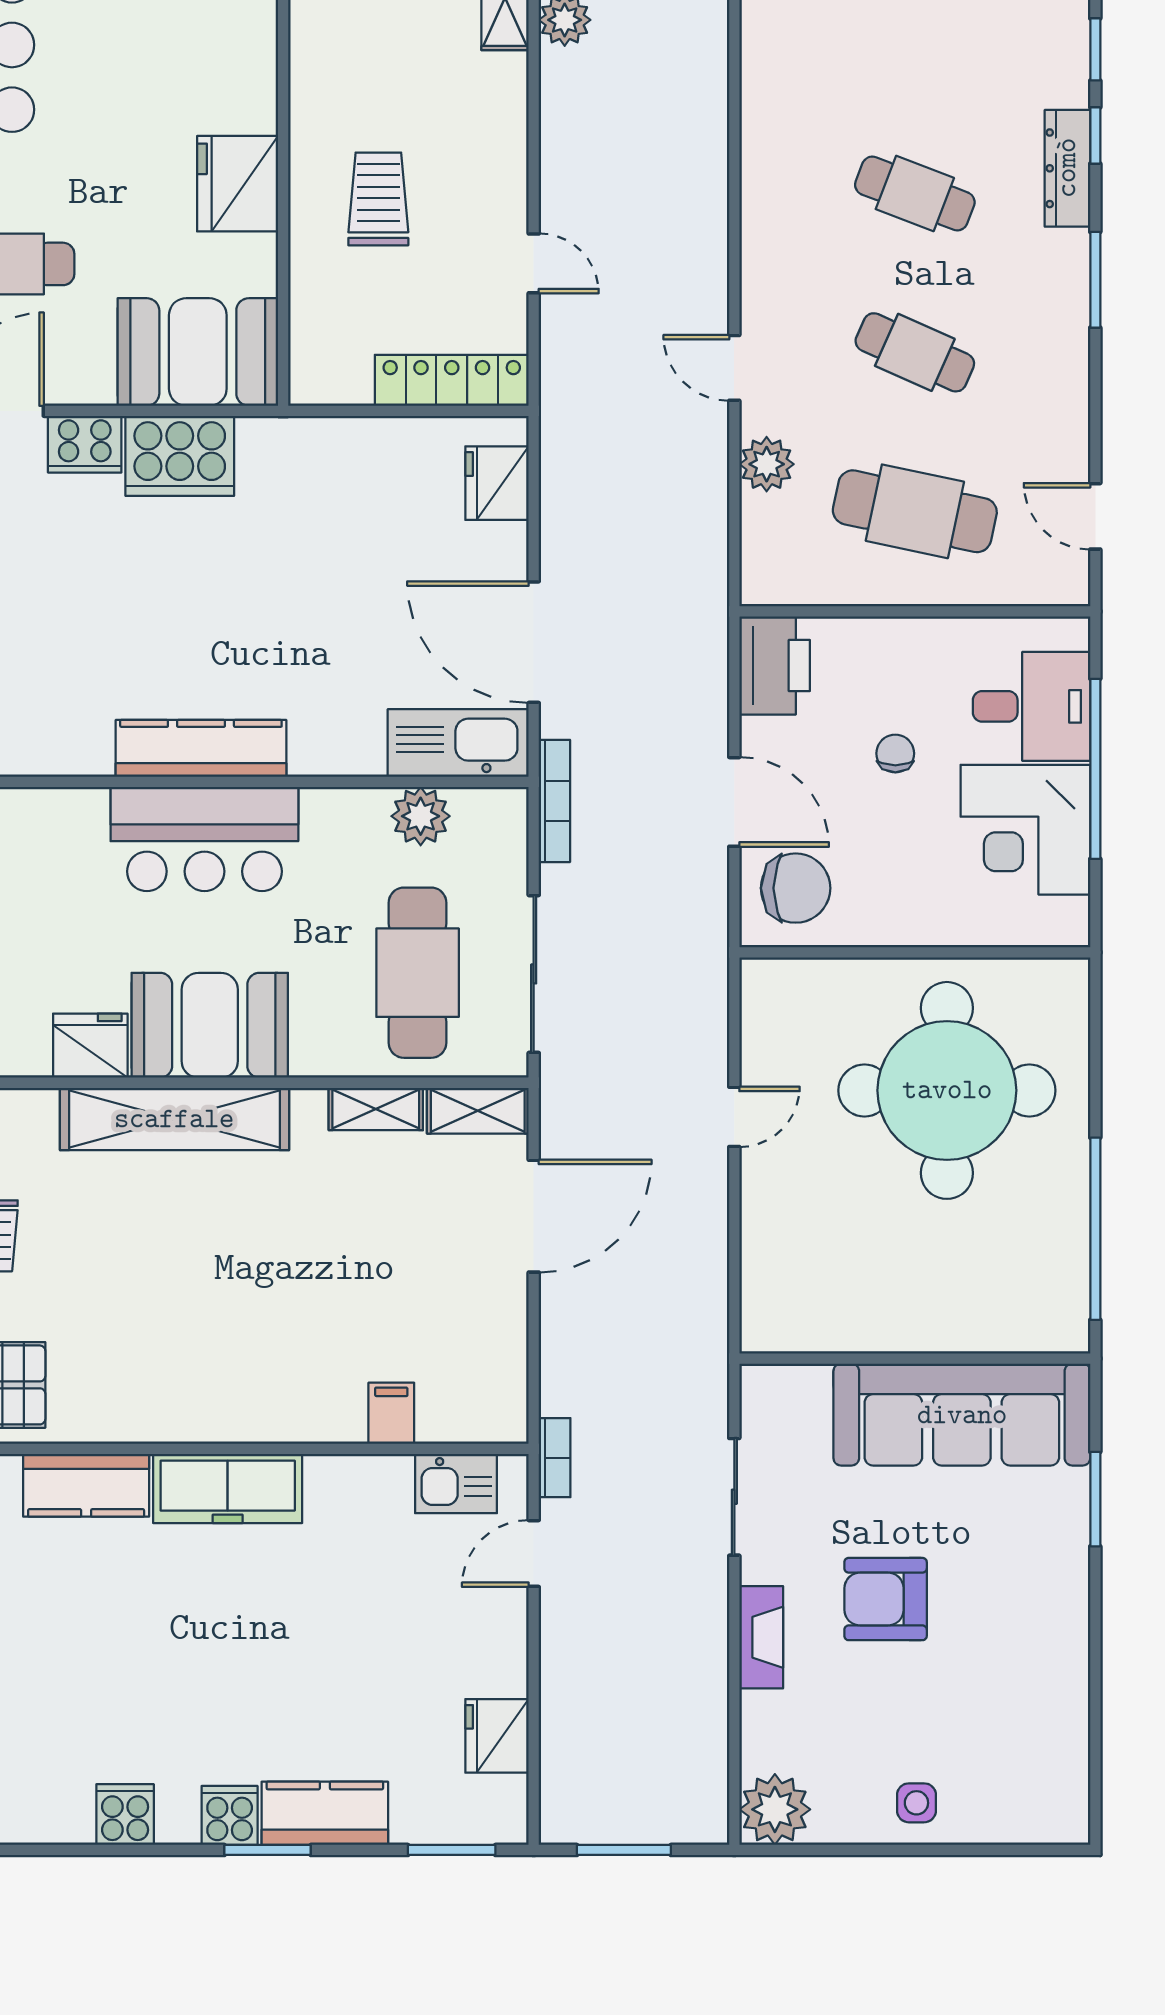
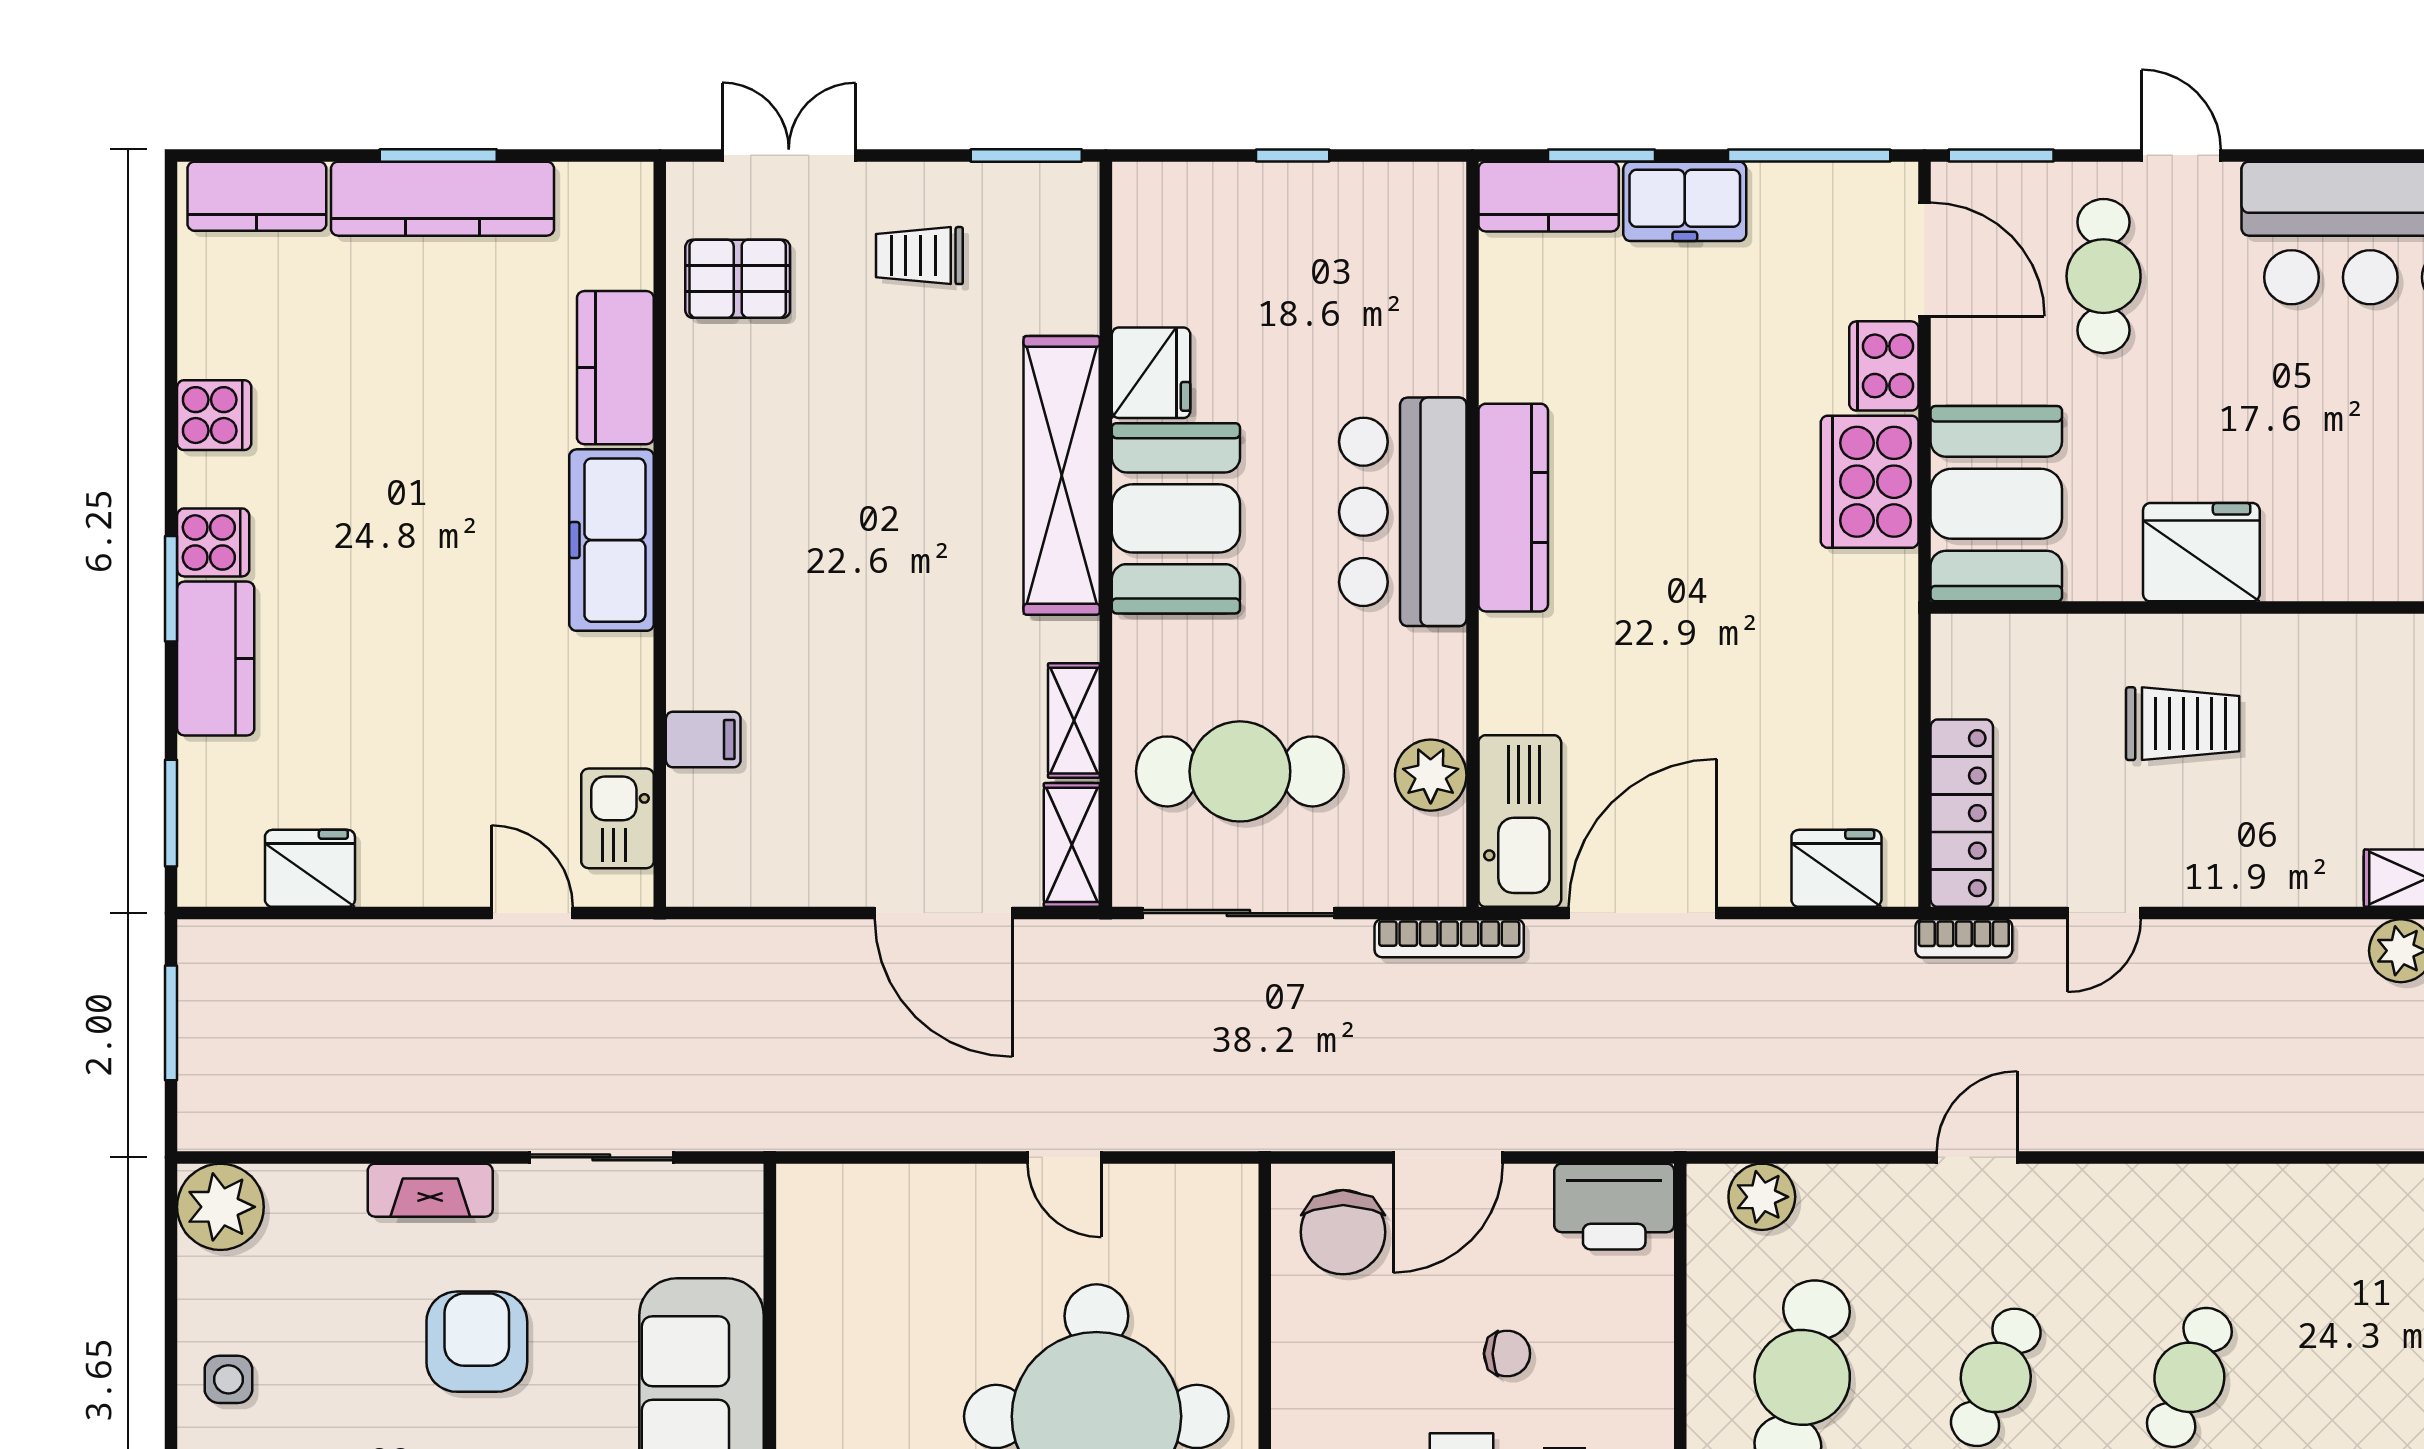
plant: (767, 464) -> (1762, 1197), moved
bookcase: (555, 1458) -> (1964, 938), moved

